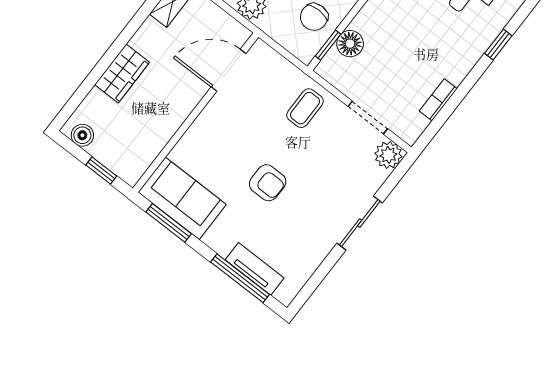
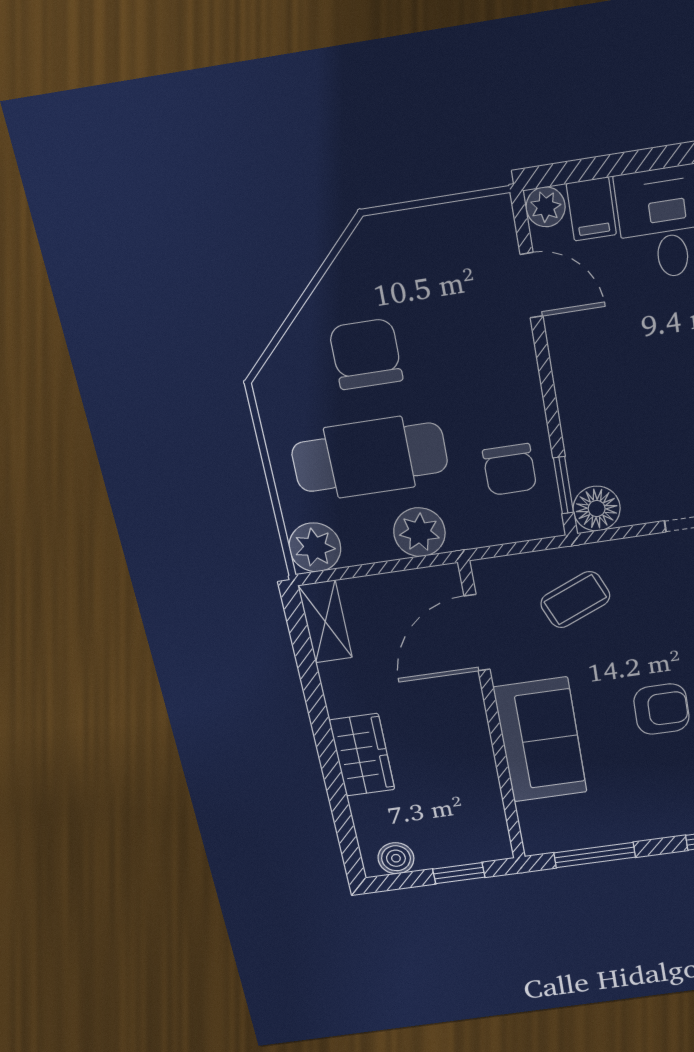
floor lamp: (350, 44) -> (597, 509), moved
coffee table: (305, 108) -> (575, 600), moved, turned 67
sofa: (182, 198) -> (540, 740), moved, turned 90

